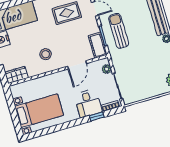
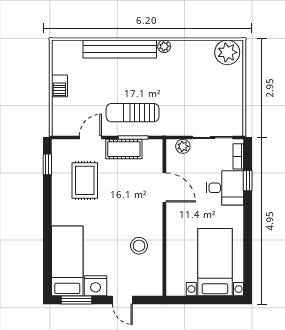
cot: (98, 45) -> (124, 149), moved
stool: (46, 54) -> (139, 246), moved
wardrobe: (17, 75) -> (153, 280), removed

